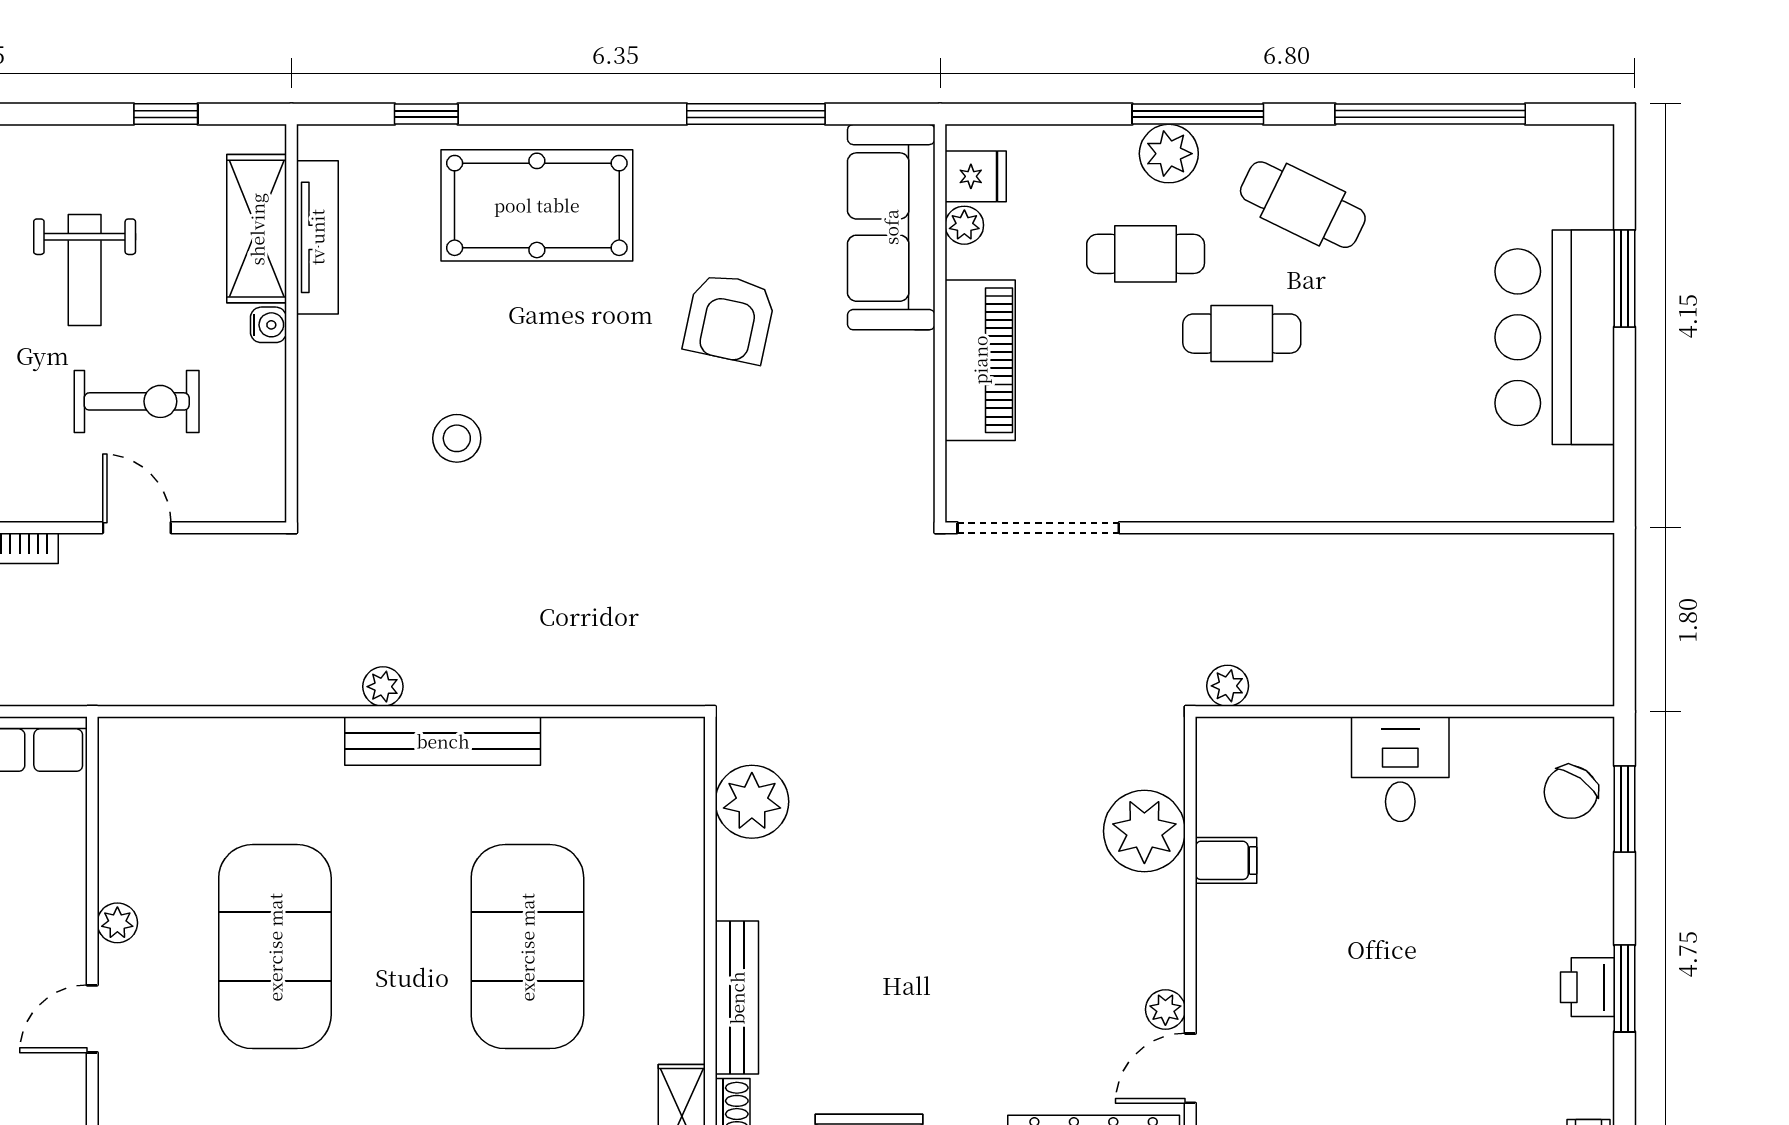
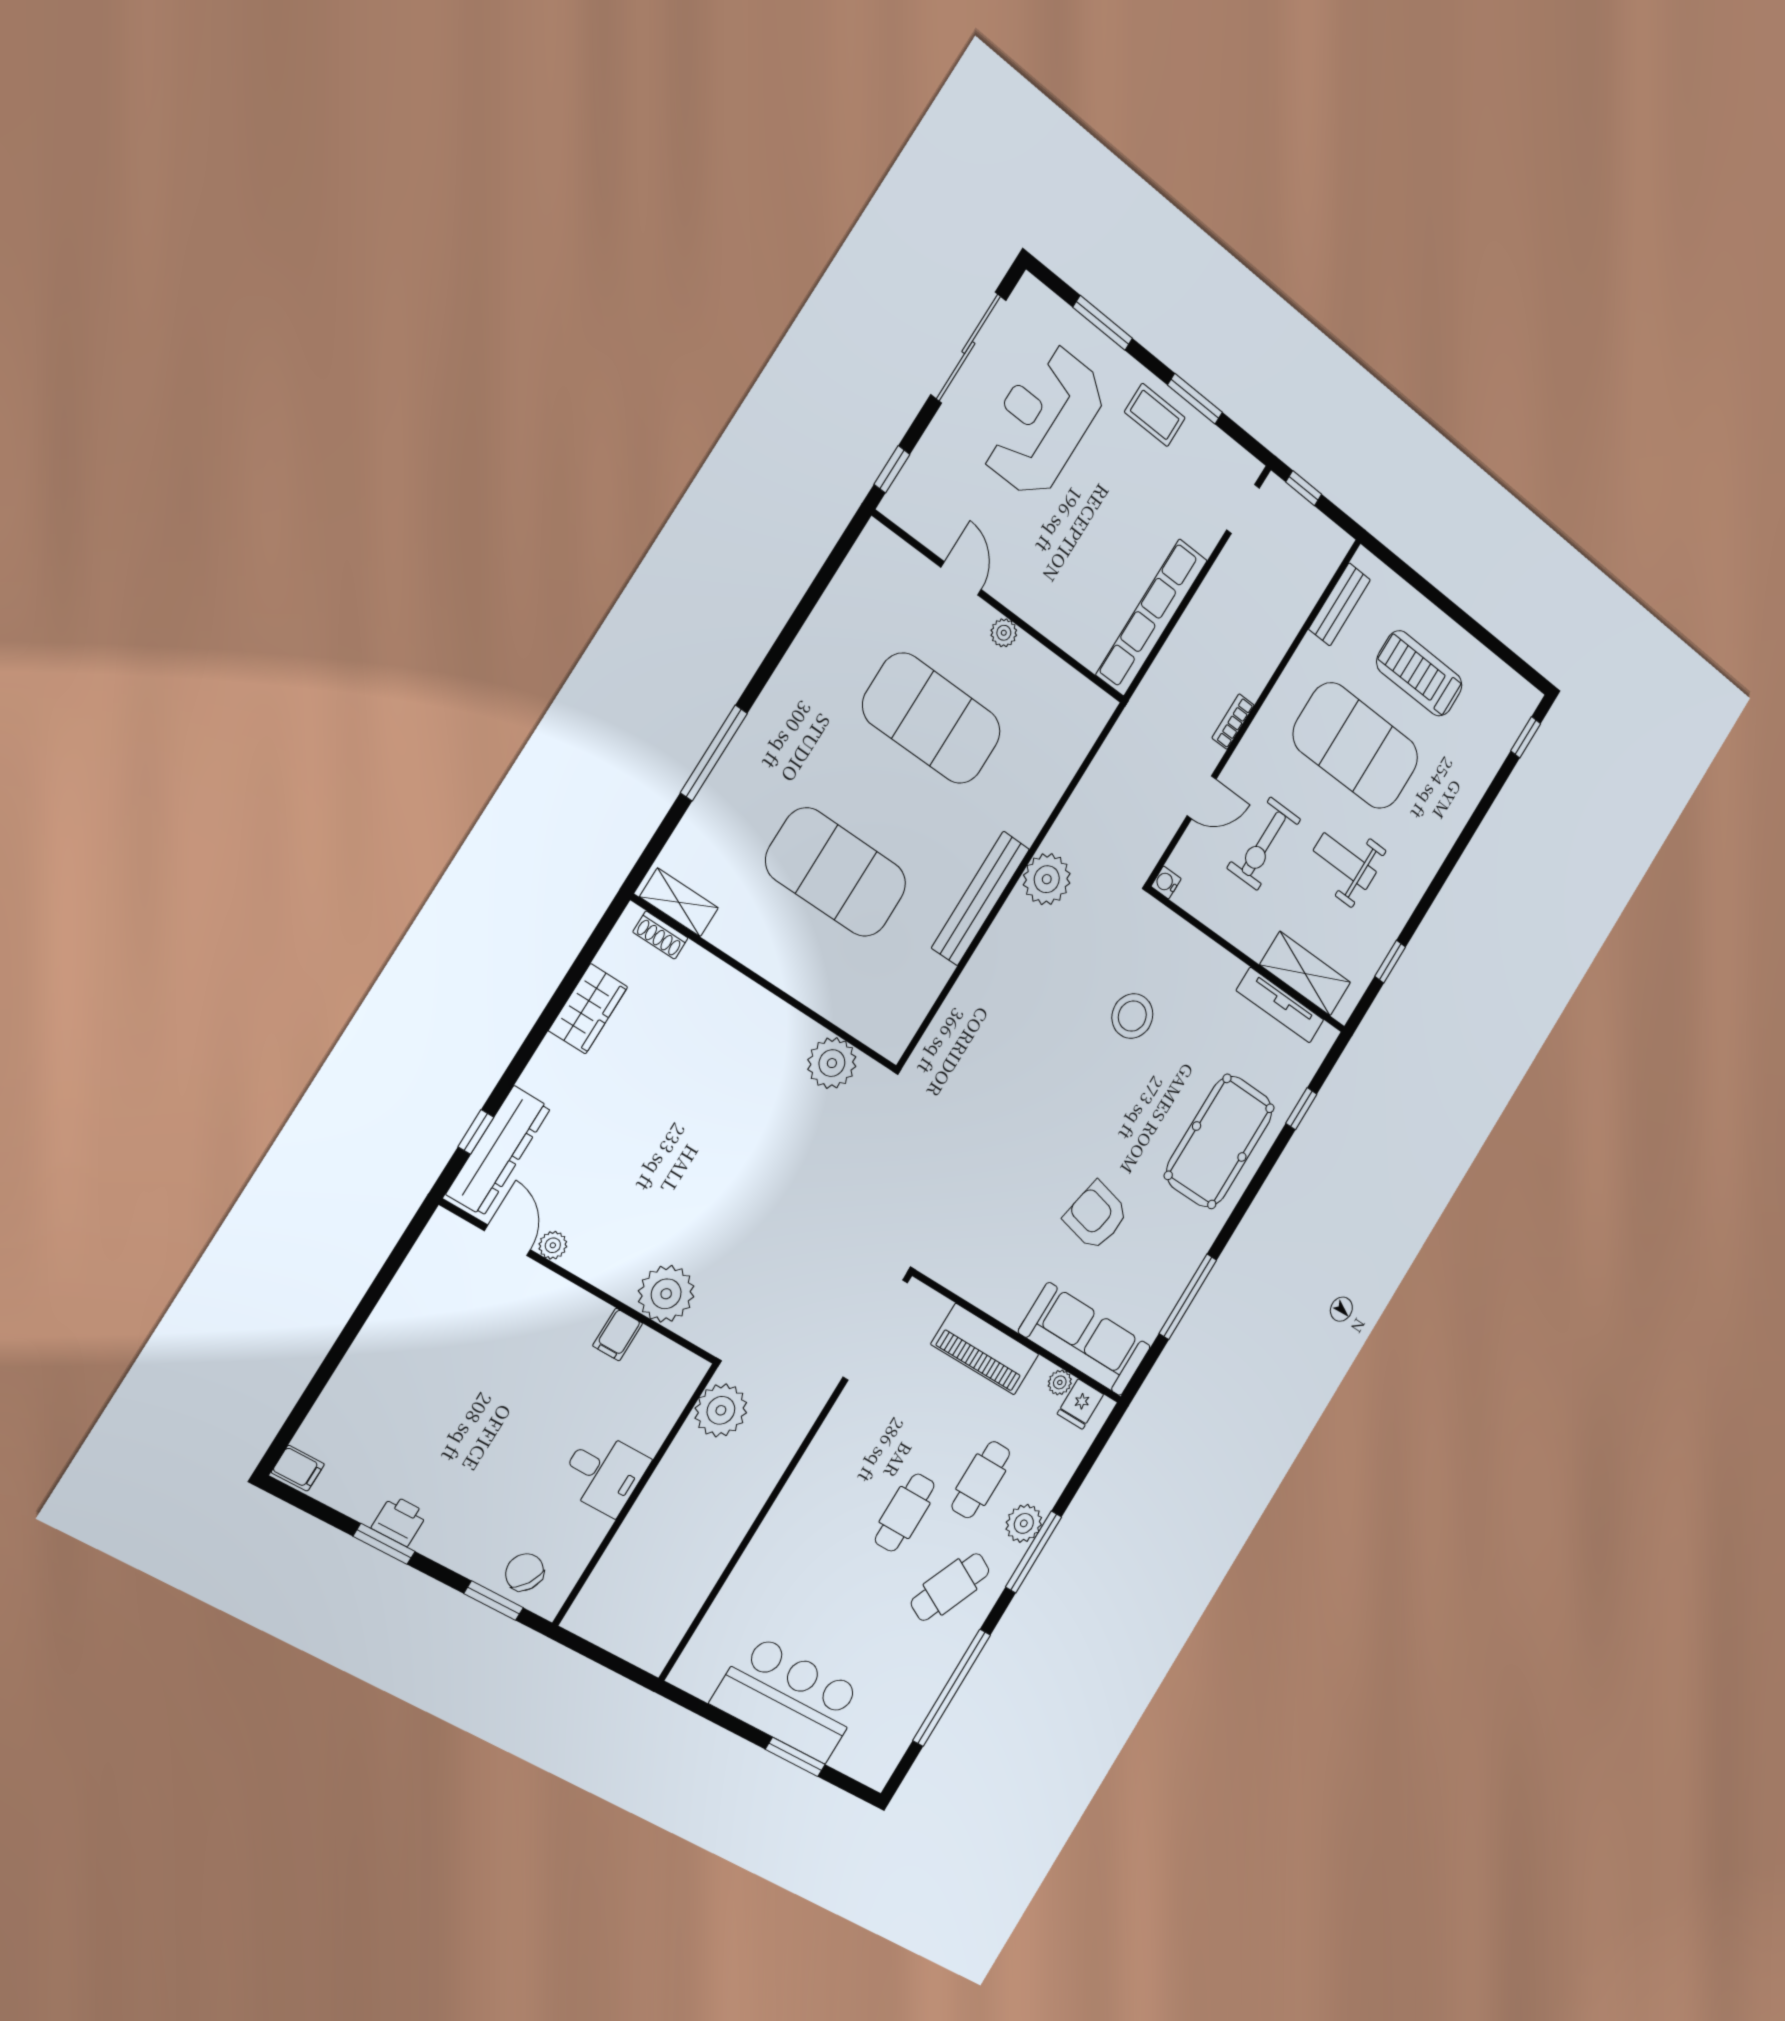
water cooler: (268, 325) -> (1166, 882), moved, turned 90
stool: (457, 438) -> (1132, 1016), width x1.38, depth x1.38
plant: (1228, 686) -> (721, 1410), width x1.87, depth x1.87
plant: (383, 687) -> (1047, 879), width x1.88, depth x1.88
bench: (737, 998) -> (727, 982), removed

